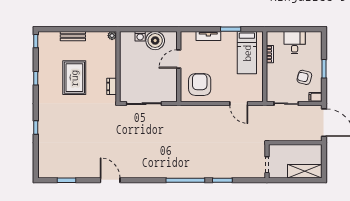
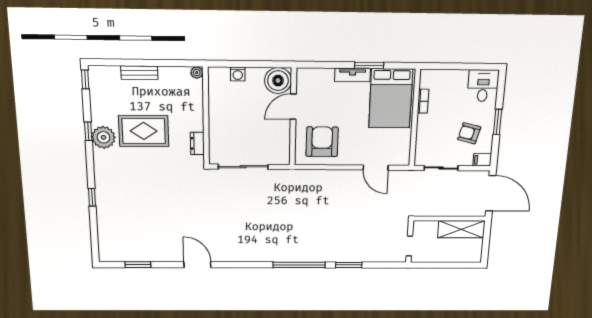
tv unit: (208, 36) -> (353, 75), moved
boiler: (155, 41) -> (278, 81), moved
desk: (295, 43) -> (483, 86), moved
bed: (247, 53) -> (391, 99), width x1.50
rug: (74, 78) -> (144, 131), turned 90
plant: (46, 82) -> (103, 137), added
shelving: (305, 171) -> (461, 229), moved

